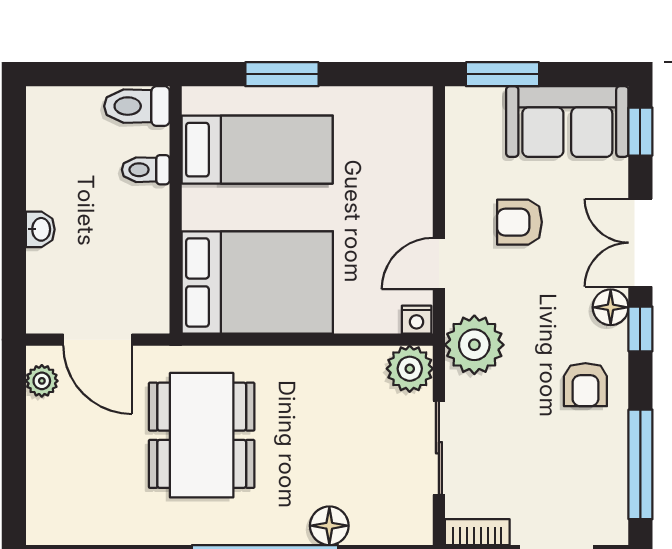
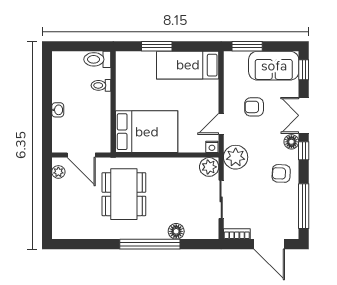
bed: (257, 150) -> (188, 65), moved, turned 180
armchair: (585, 385) -> (281, 173), turned 93

